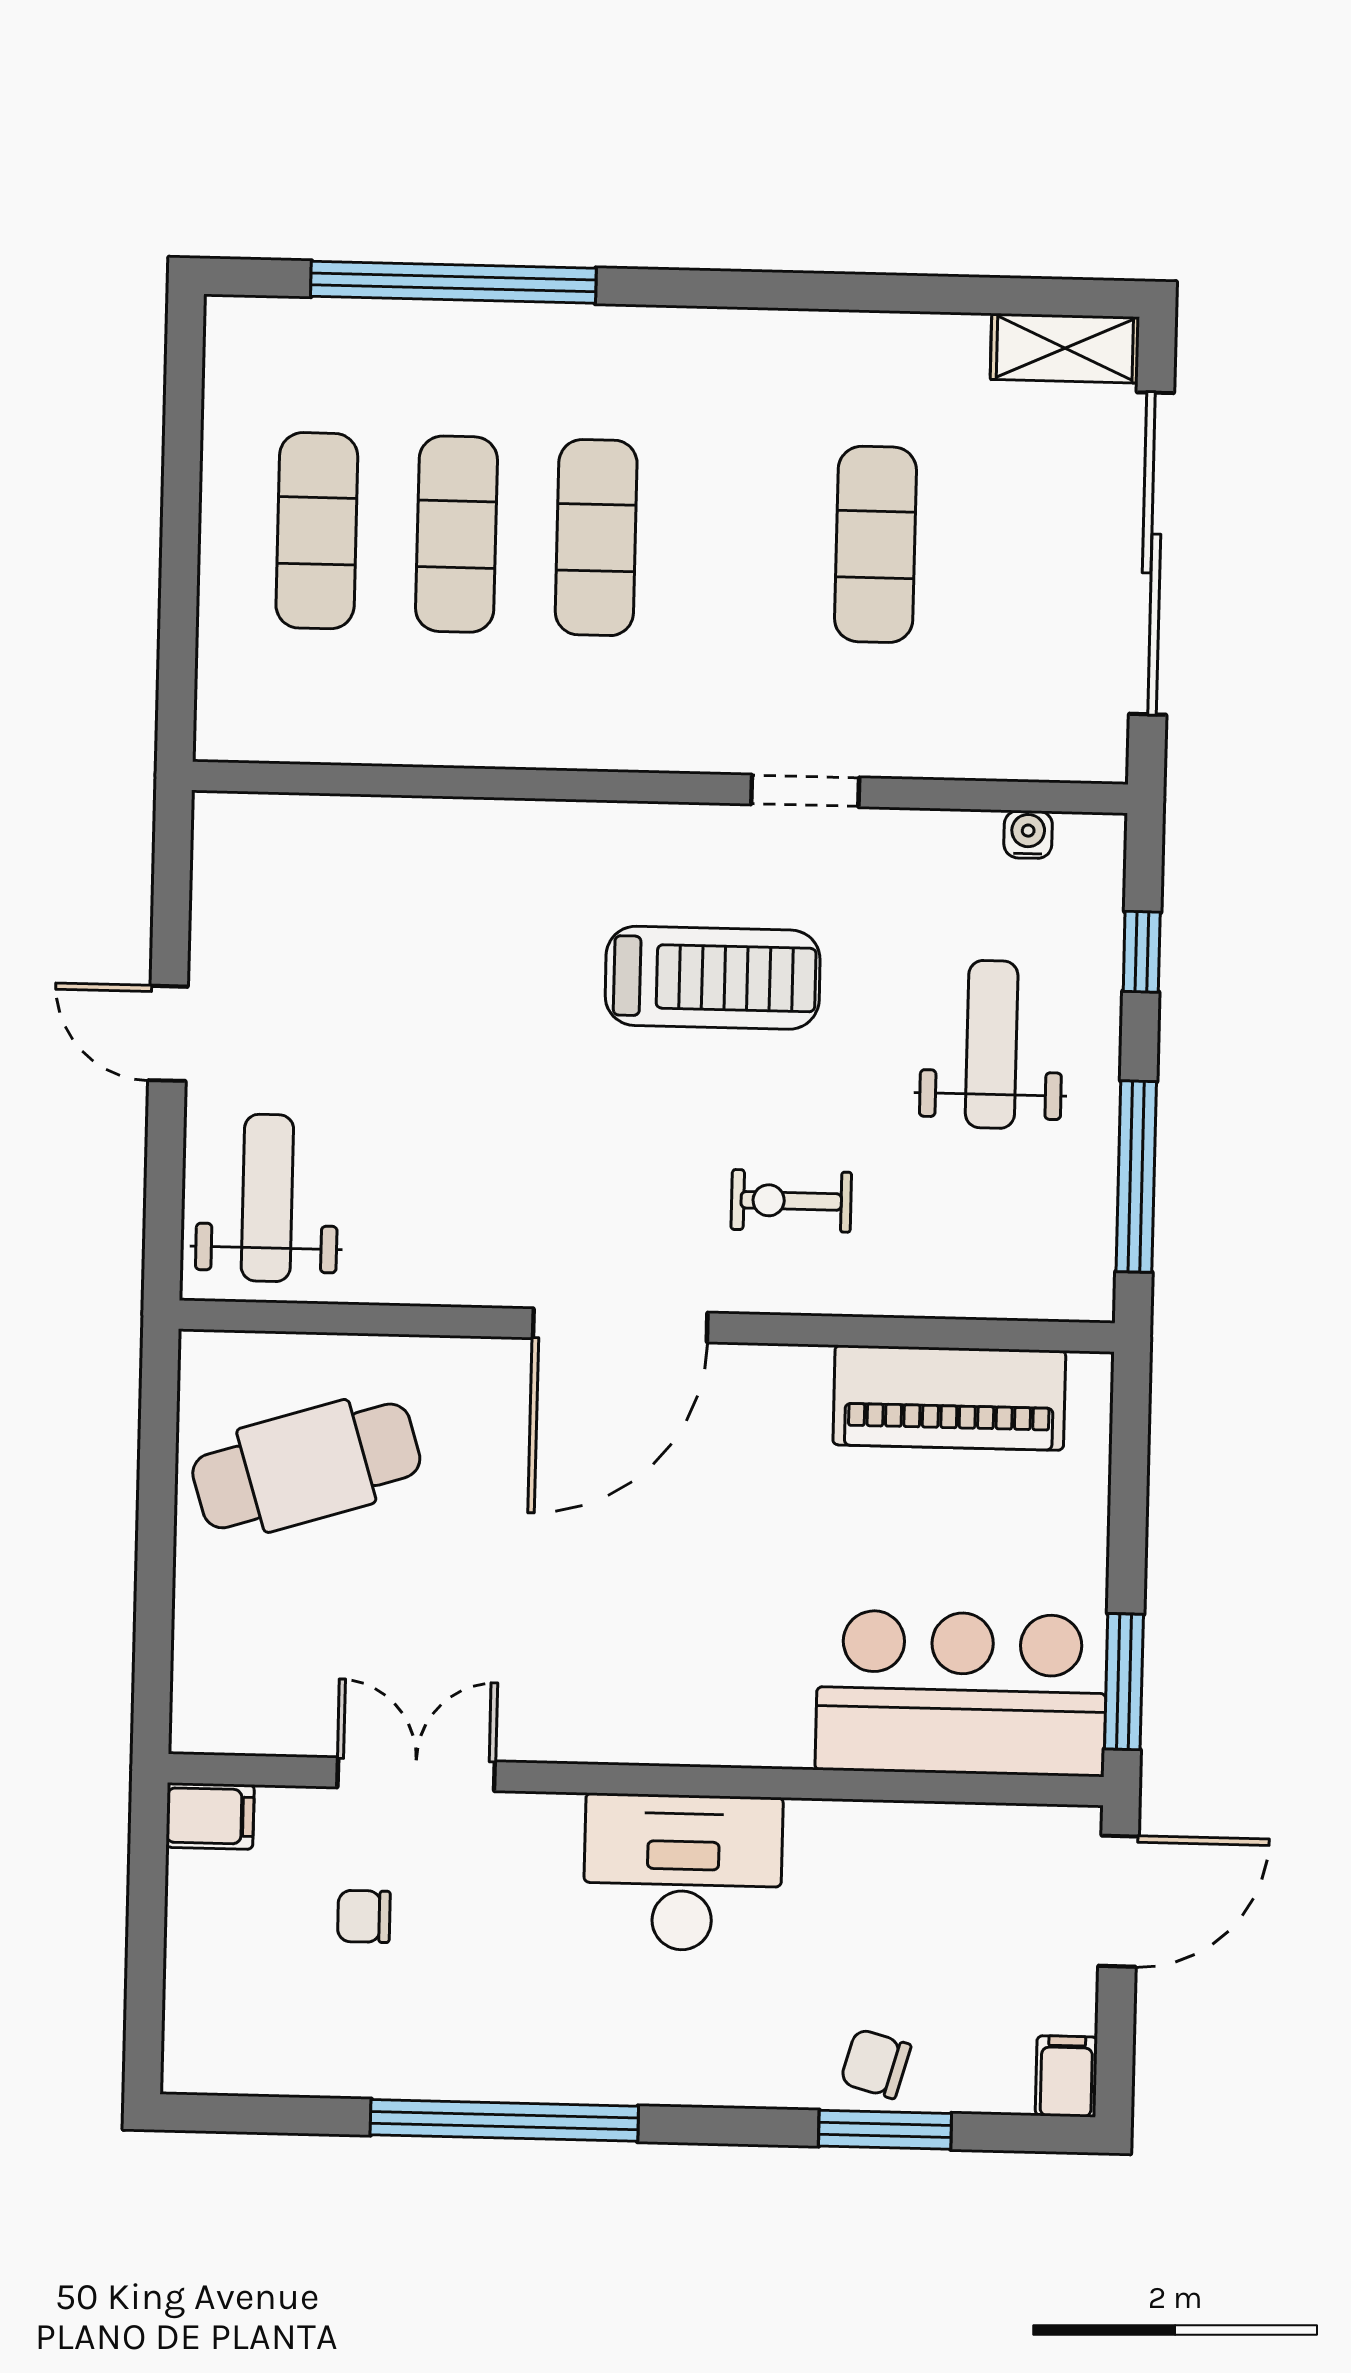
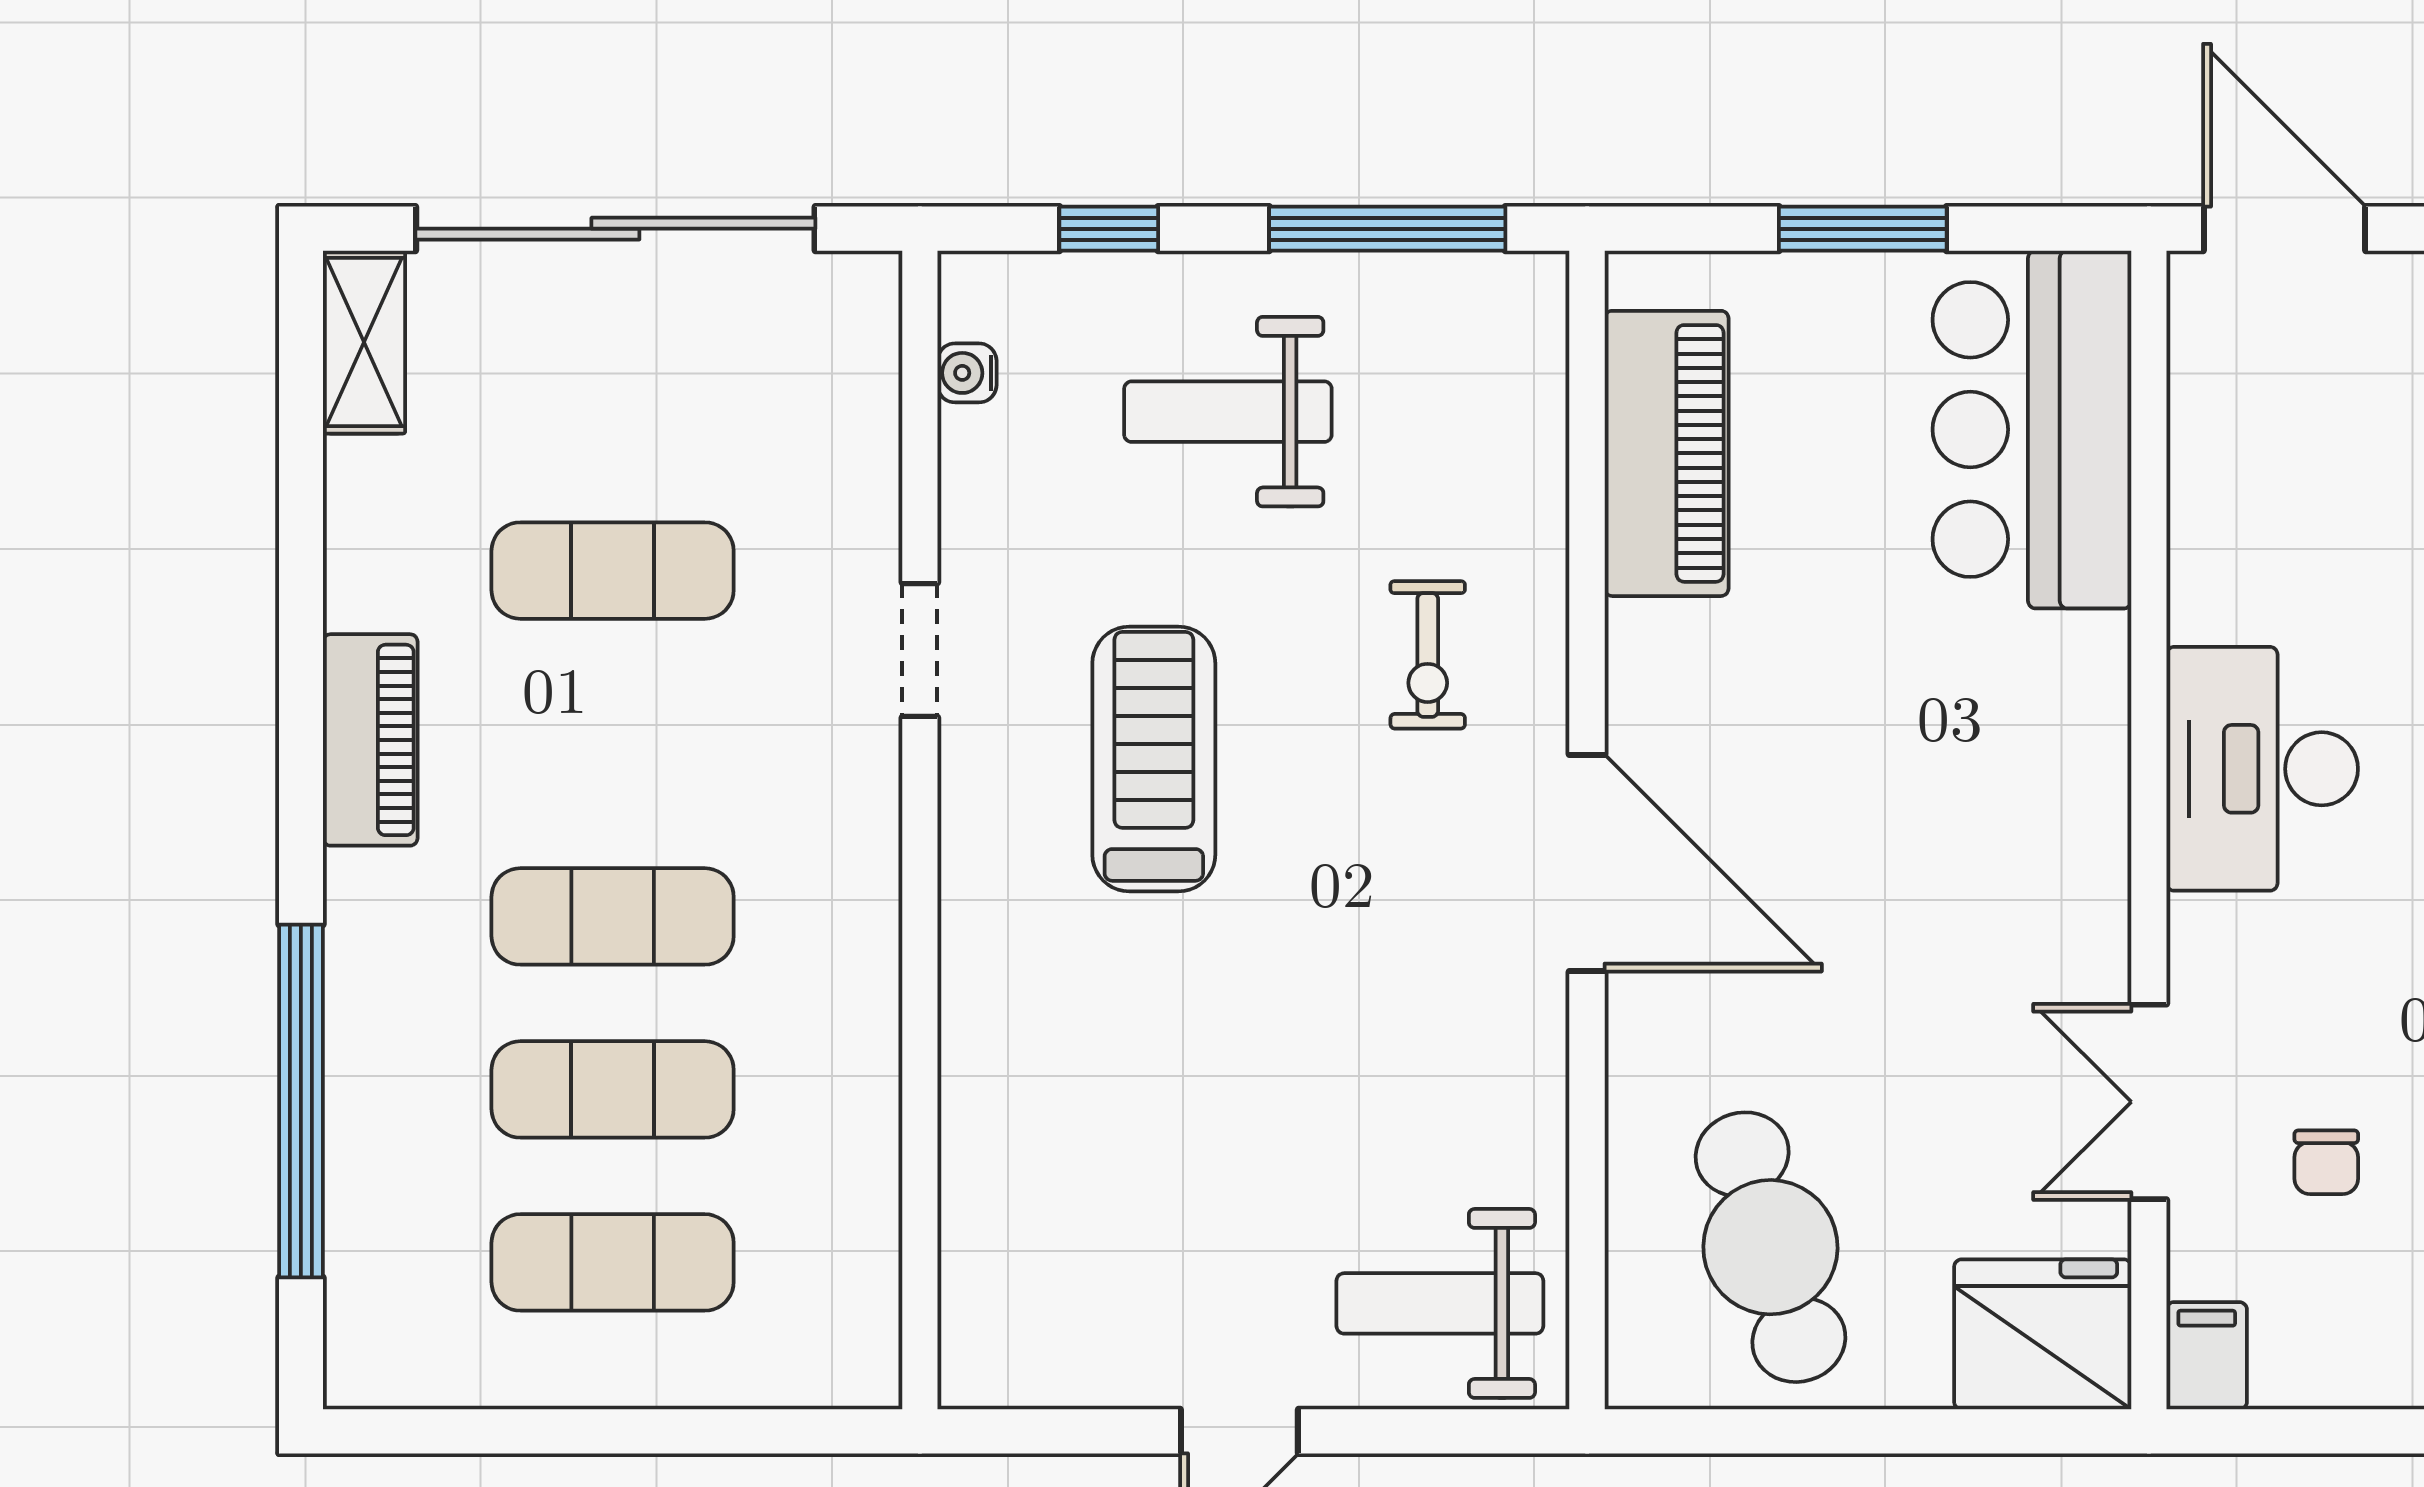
piano: (743, 345) -> (370, 740), added
window: (1124, 1682) -> (1863, 229), moved
fridge: (231, 1684) -> (2043, 1334), added

